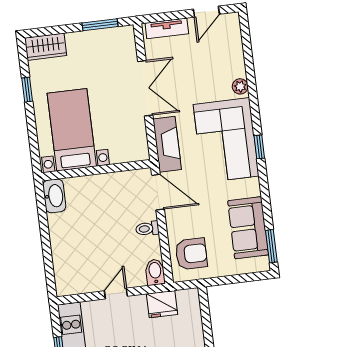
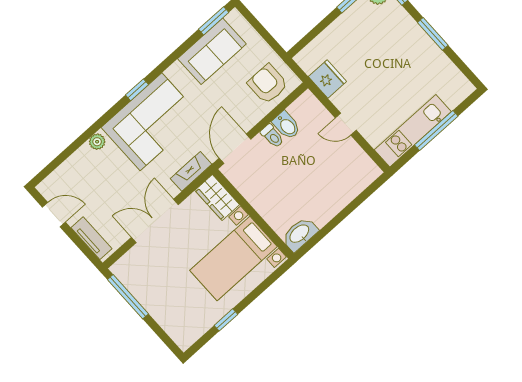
window: (100, 25) -> (128, 297), width x1.44
wardrobe: (46, 47) -> (217, 198), moved, turned 180
fireplace: (167, 144) -> (191, 171), width x0.73, depth x0.76
bidet: (155, 272) -> (287, 125), moved, turned -90

